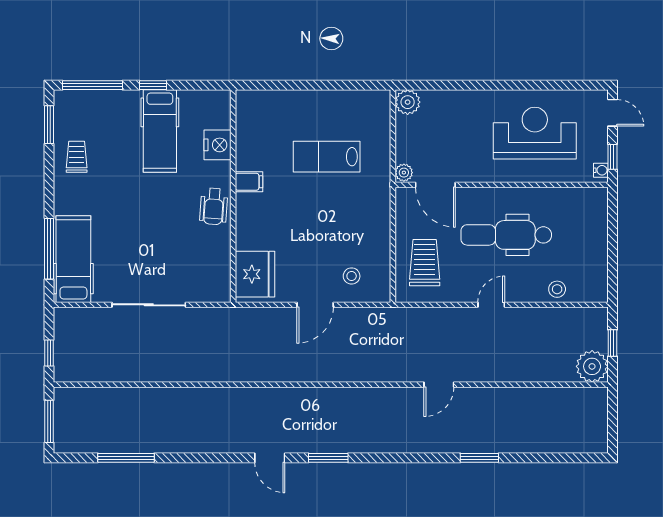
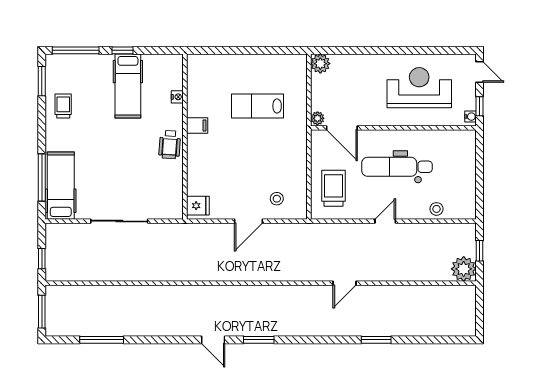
nightstand: (217, 145) -> (177, 97), width x0.53, depth x0.56
fridge: (255, 274) -> (198, 206), width x0.53, depth x0.75

